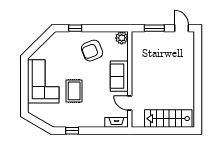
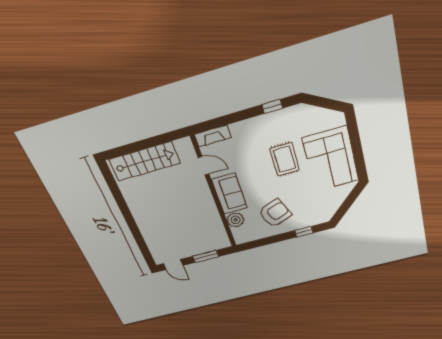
plant: (122, 38) -> (236, 220), moved

